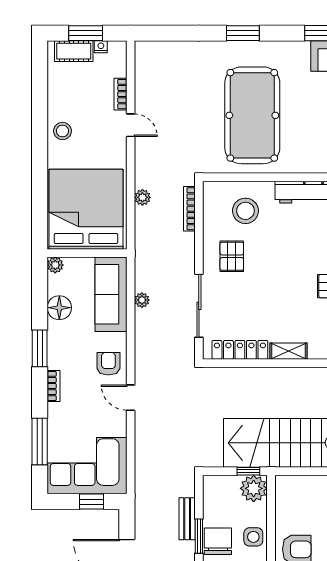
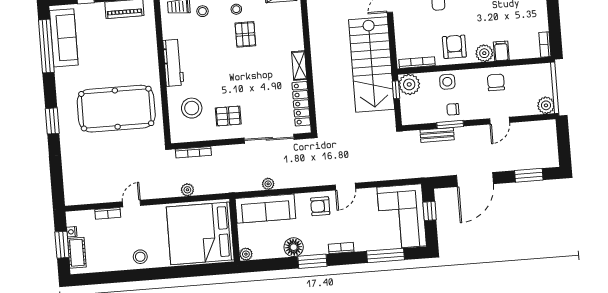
floor lamp: (59, 308) -> (294, 247), moved
bookcase: (281, 500) -> (417, 63), added
chair: (218, 541) -> (453, 109), width x0.54, depth x0.54

